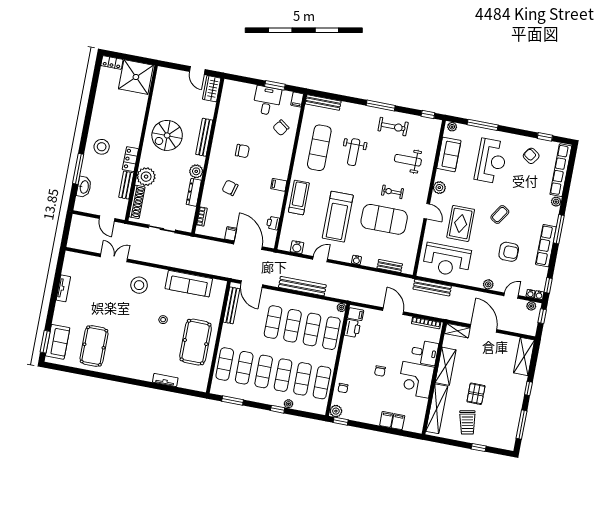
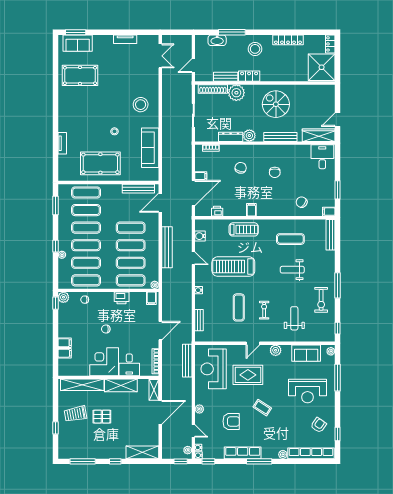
wardrobe: (212, 89) -> (319, 135), width x1.50
desk: (267, 101) -> (322, 157), moved, turned -90
locker: (98, 108) -> (288, 40), added
exercise mat: (319, 148) -> (290, 239), width x0.73, depth x0.69
exercise mat: (384, 219) -> (239, 307), width x0.50, depth x0.69
armchair: (509, 252) -> (231, 421), turned -90
double door: (114, 258) -> (160, 56), moved
printer: (352, 328) -> (122, 298), moved

